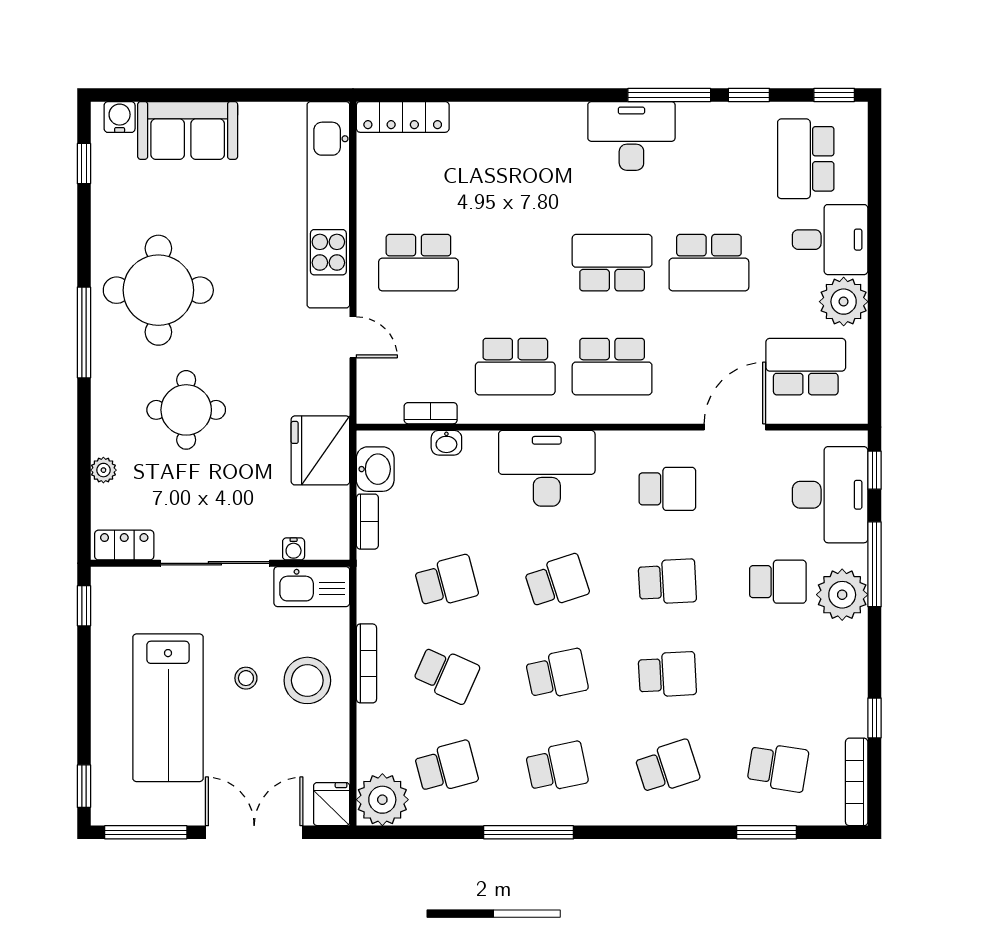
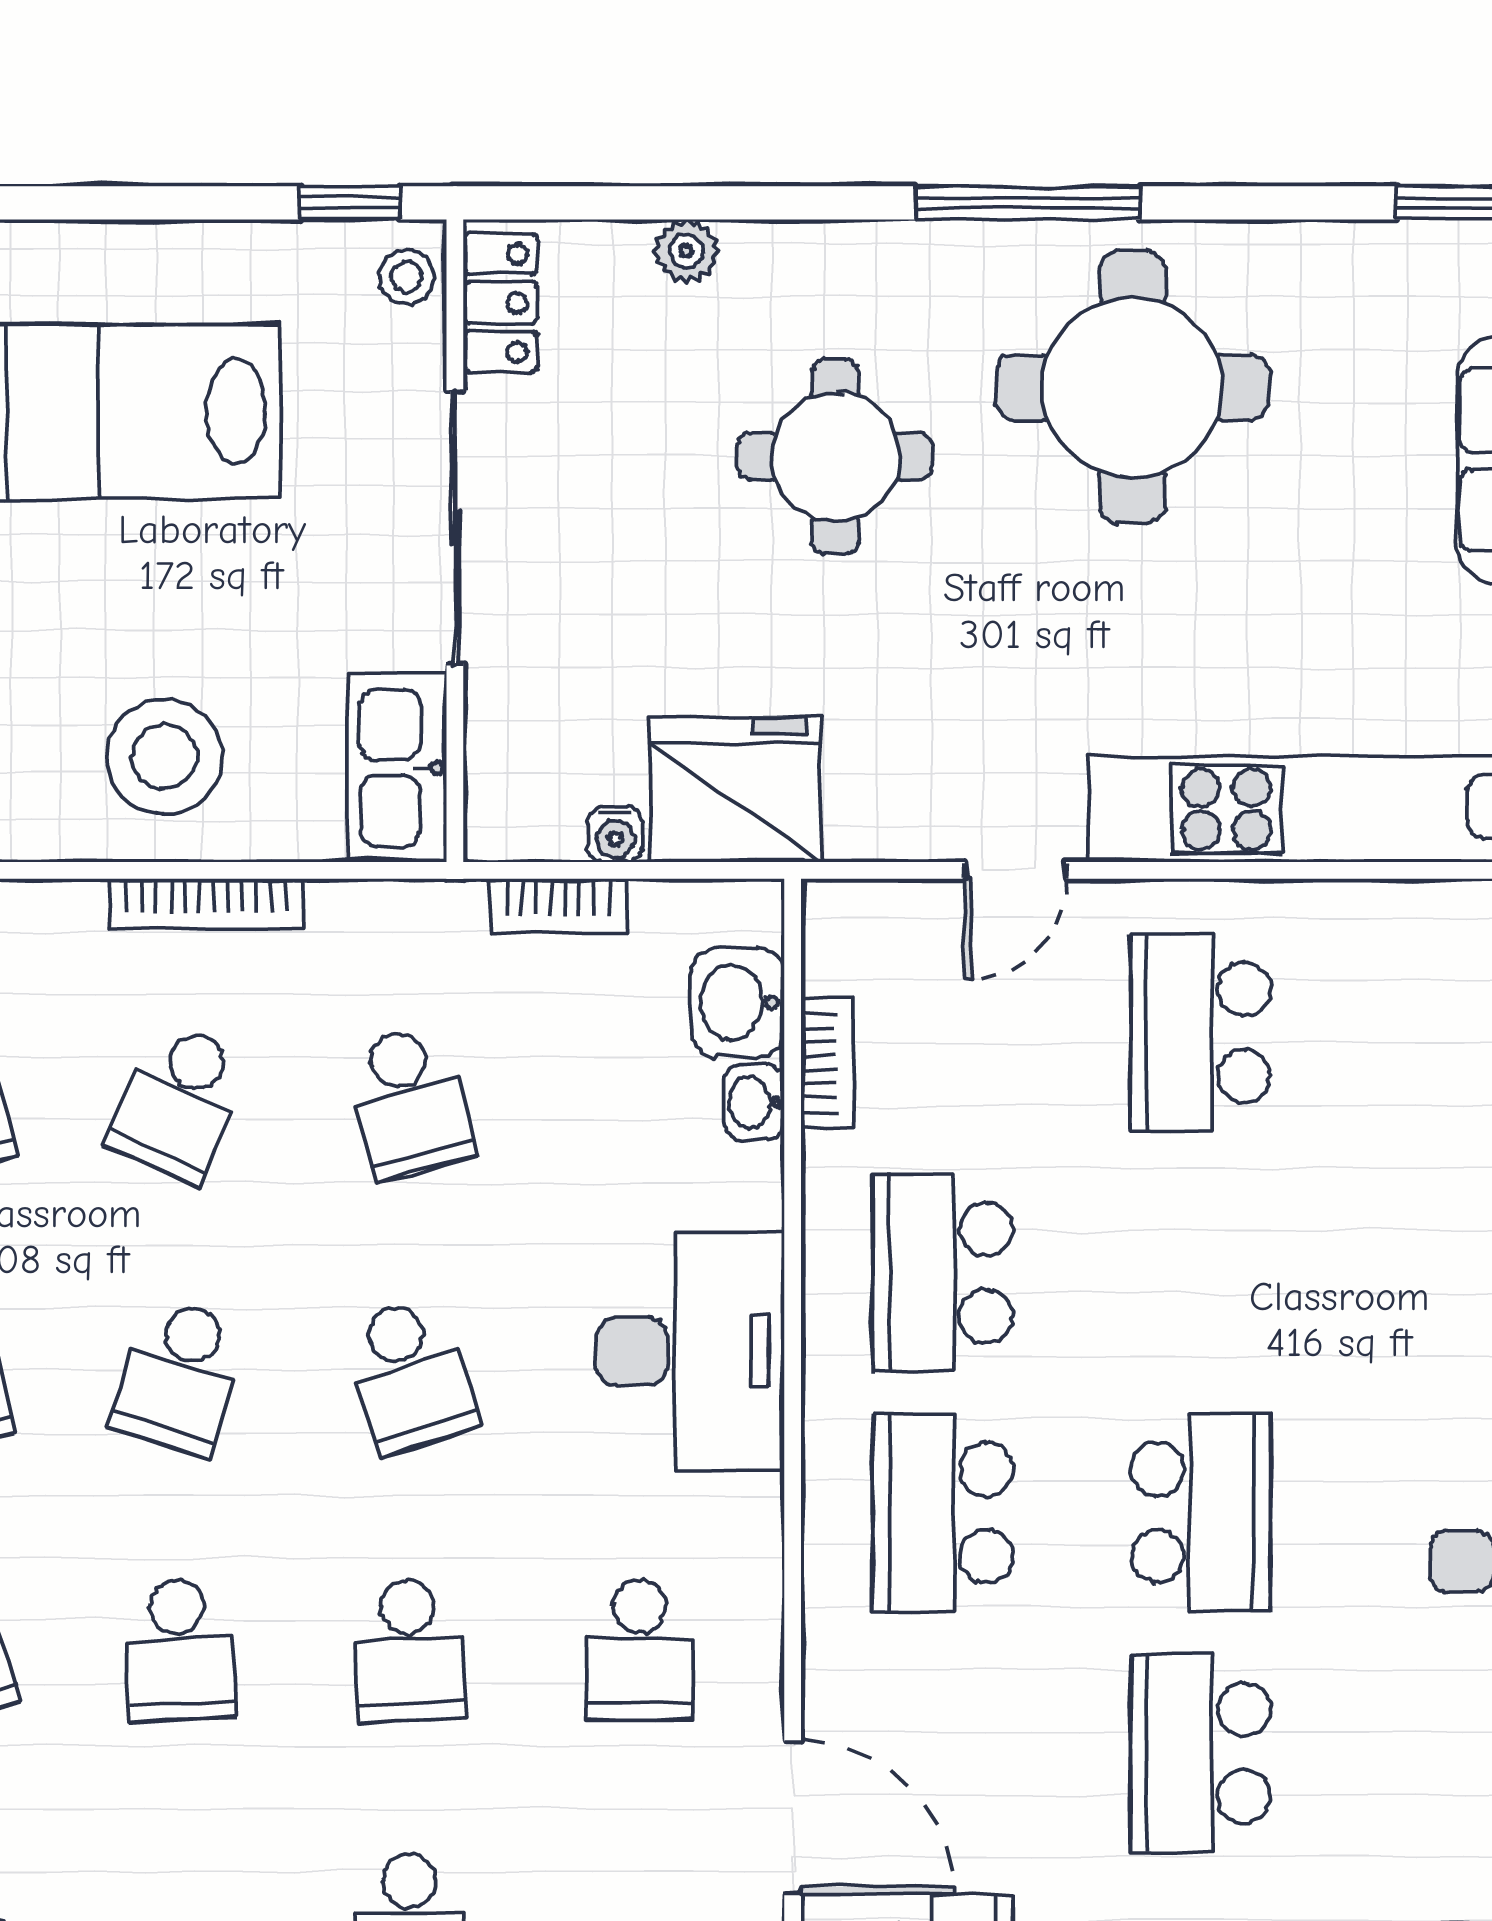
washbasin: (375, 469) -> (738, 1002), moved, turned 90
water cooler: (294, 549) -> (615, 835), moved, turned -90
school desk: (557, 674) -> (179, 1376), turned 30
stool: (246, 678) -> (407, 277), moved

